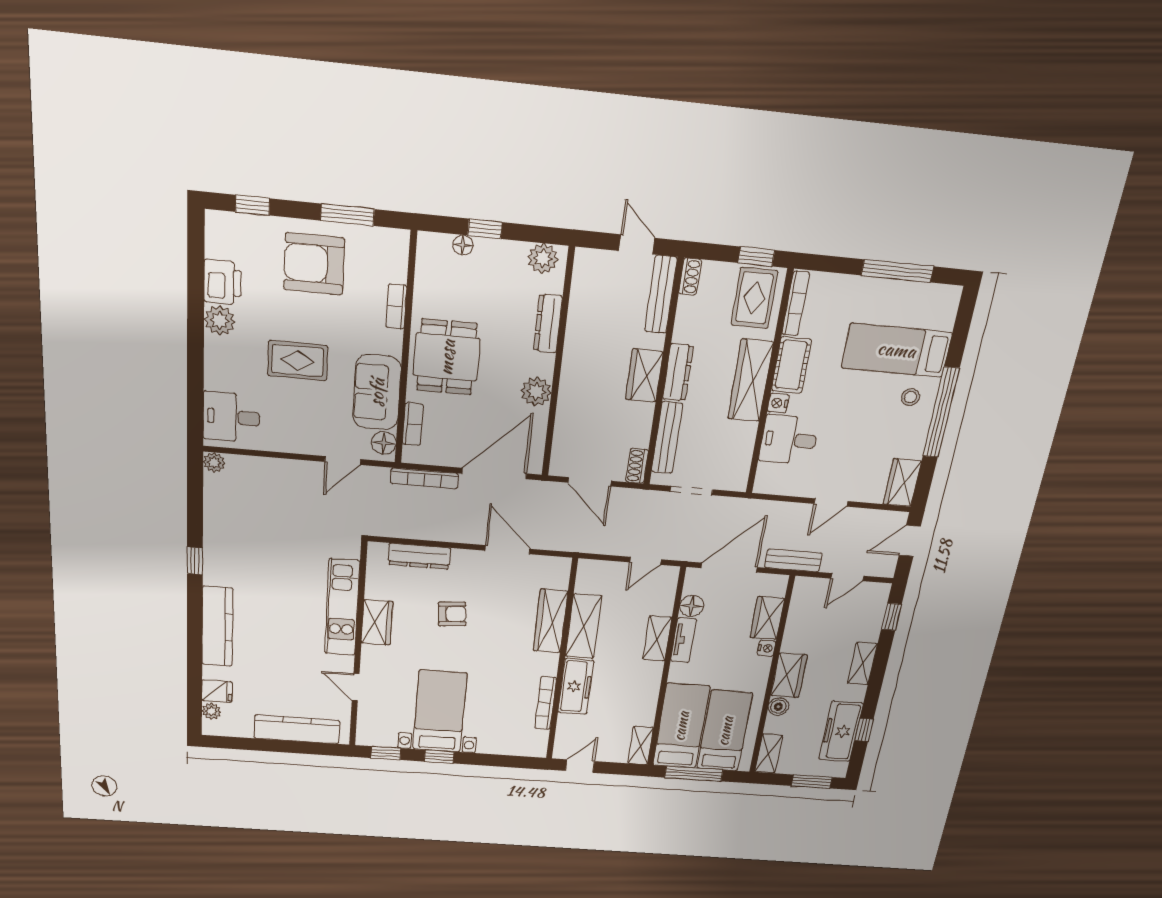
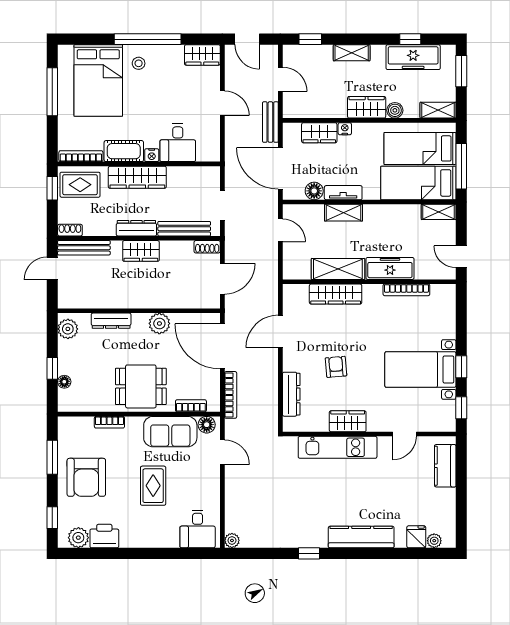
plant: (220, 321) -> (78, 538), moved
bed: (897, 350) -> (98, 80), width x1.50
kitchen counter: (297, 729) -> (445, 466), width x0.67

